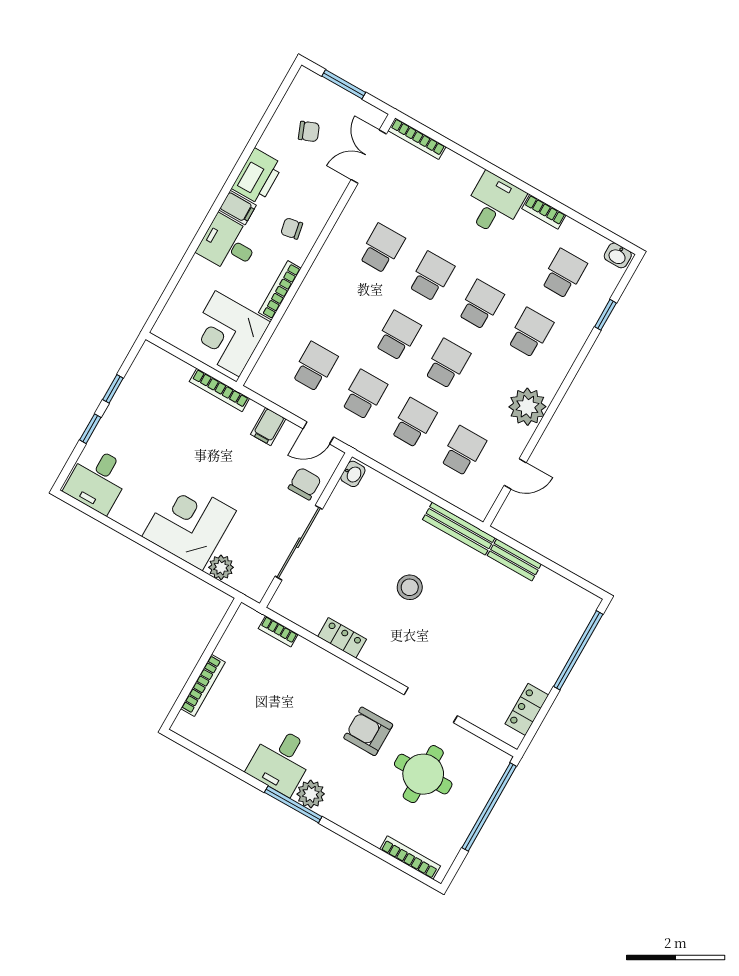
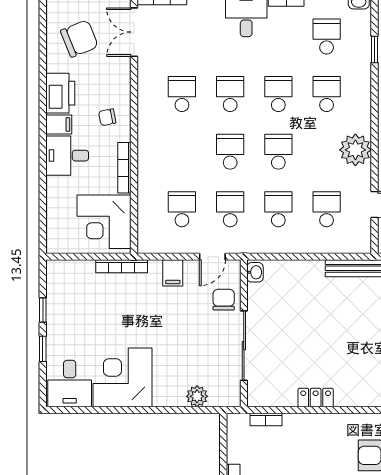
chair: (309, 131) -> (79, 39), width x1.87, depth x1.87
corner desk: (189, 524) -> (122, 377), moved
stool: (410, 587) -> (344, 332), removed

